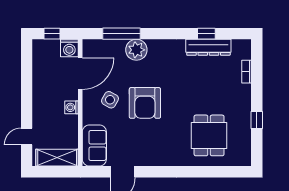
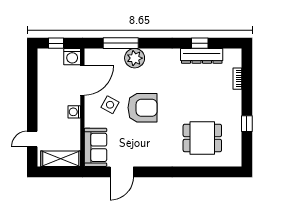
armchair: (145, 103) -> (143, 108), turned -90
dining table: (209, 135) -> (202, 138), turned 90

